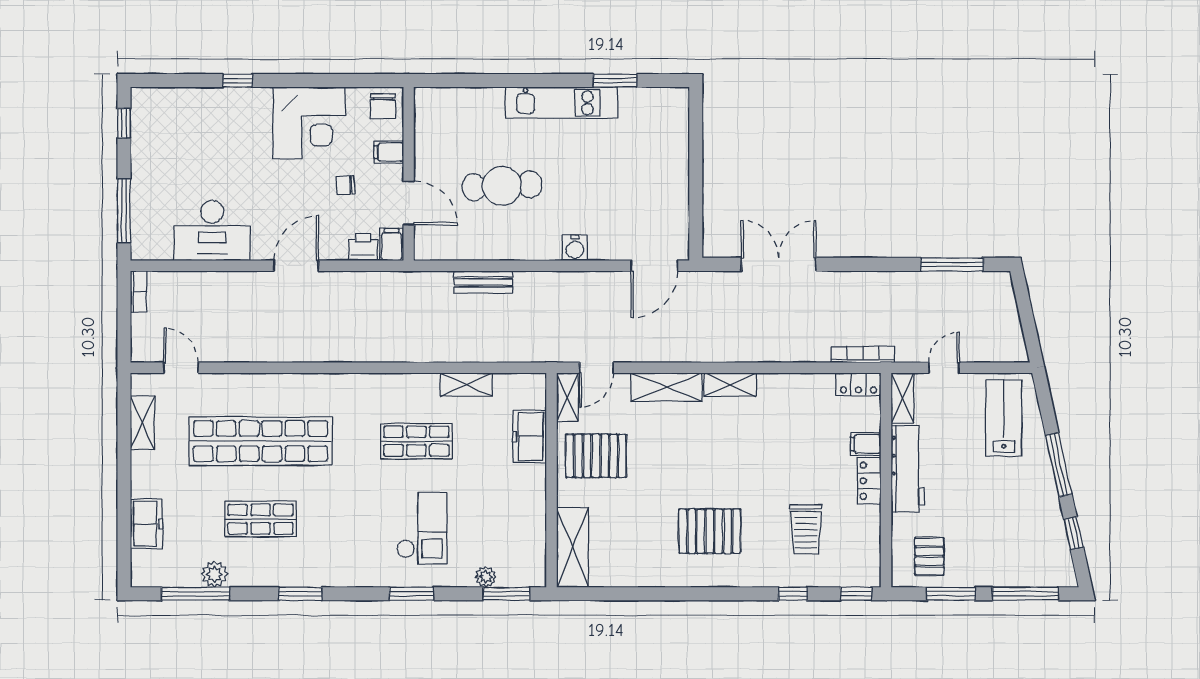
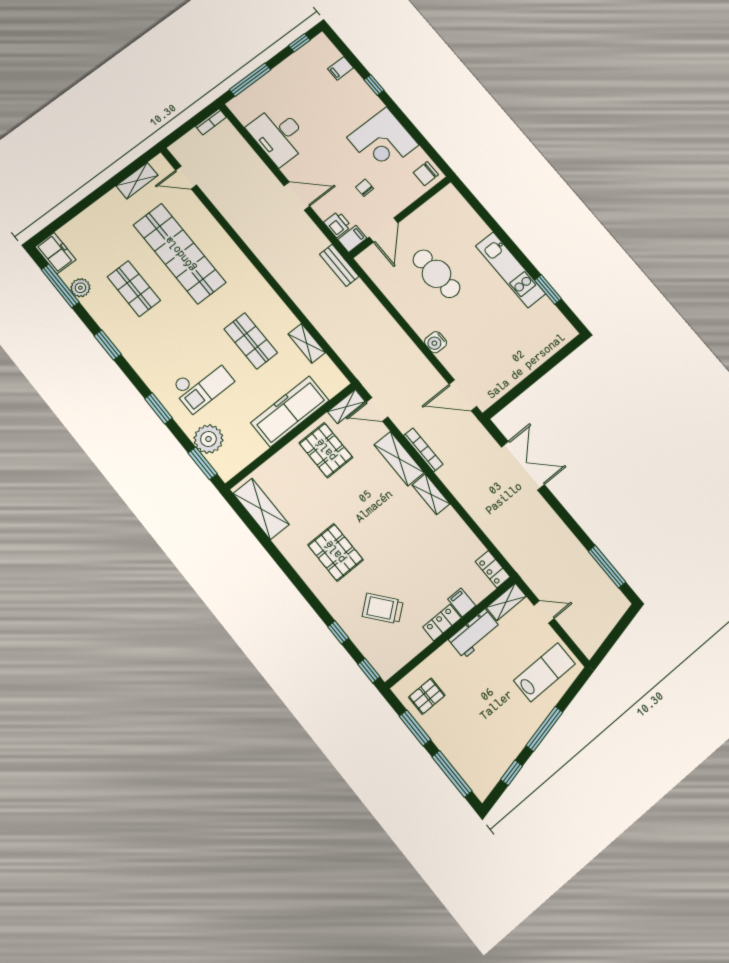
filing cabinet: (389, 152) -> (341, 68), moved, turned -90
bench: (483, 282) -> (339, 265), moved
bookcase: (863, 355) -> (423, 450), moved
door: (181, 368) -> (186, 178), swing flipped
freezer: (529, 436) -> (290, 411), width x1.91, depth x1.26
workbench: (907, 469) -> (475, 634), width x0.73
freezer: (146, 524) -> (55, 253), moved, turned -90
trolley: (806, 529) -> (383, 609), turned 51
shelving: (573, 548) -> (261, 509), moved, turned 90
plant: (486, 577) -> (208, 439), width x1.87, depth x1.87

